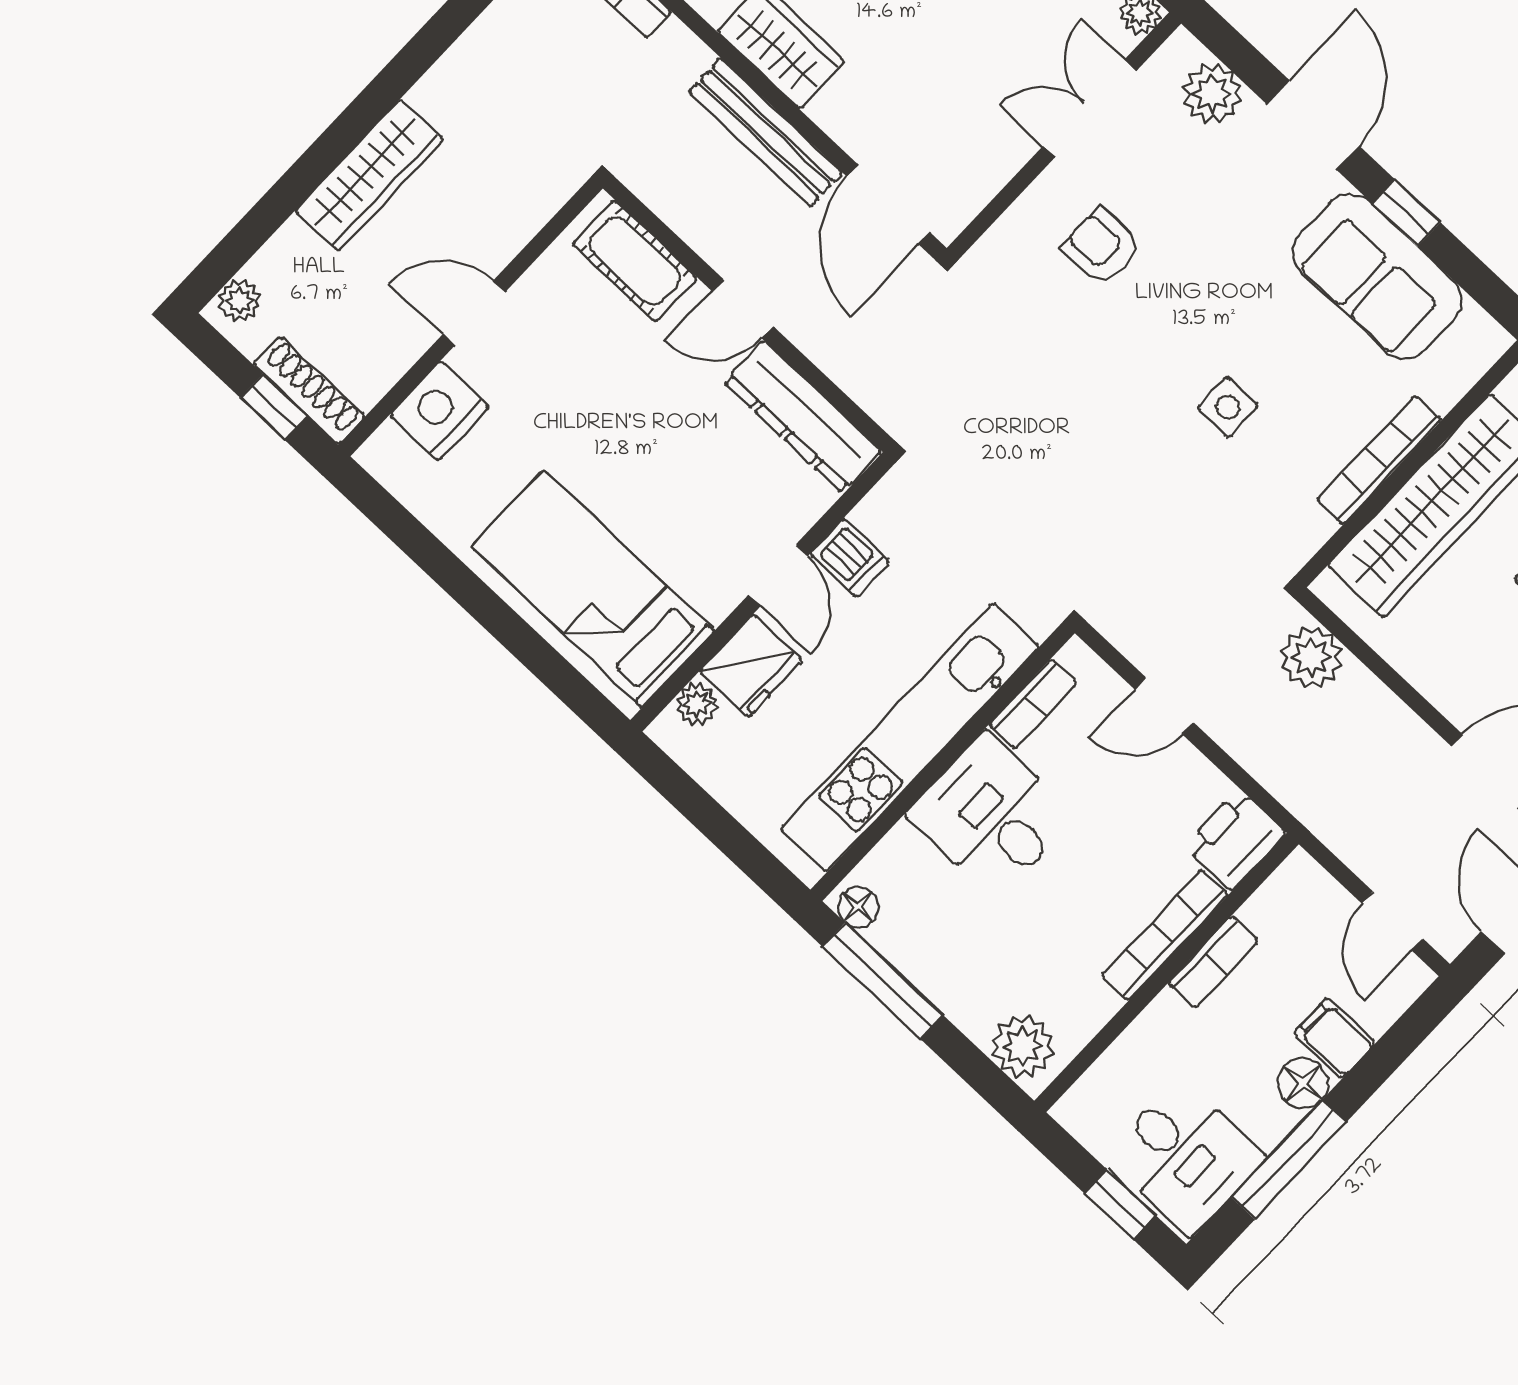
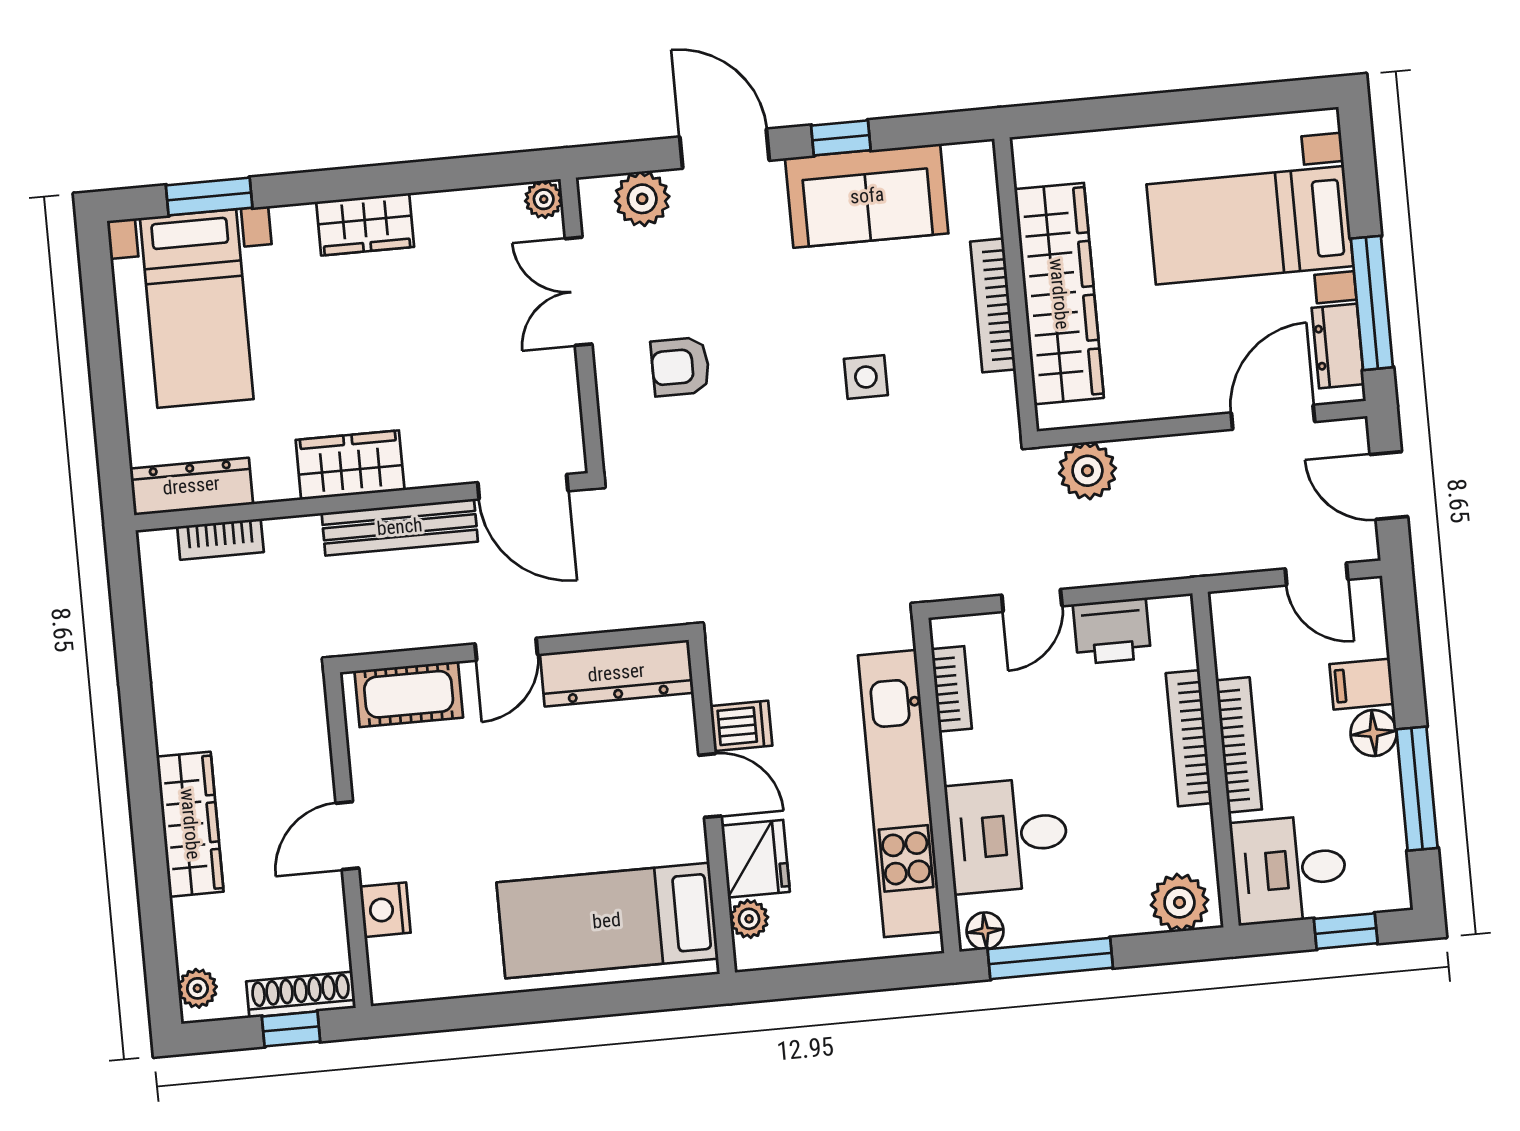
nightstand: (440, 411) -> (385, 910), width x0.74, depth x0.75
desk: (992, 815) -> (1007, 835), moved
printer: (1235, 839) -> (1112, 631), moved, turned -90
bookcase: (1213, 962) -> (1239, 745), width x1.56
desk: (1185, 1157) -> (1289, 869), moved, turned 180

